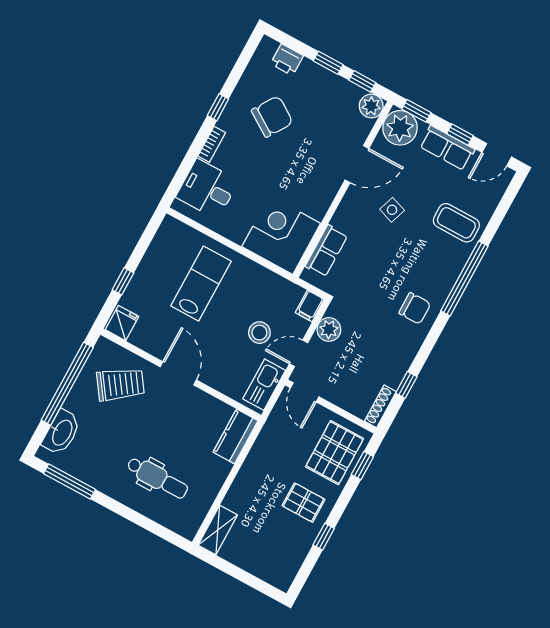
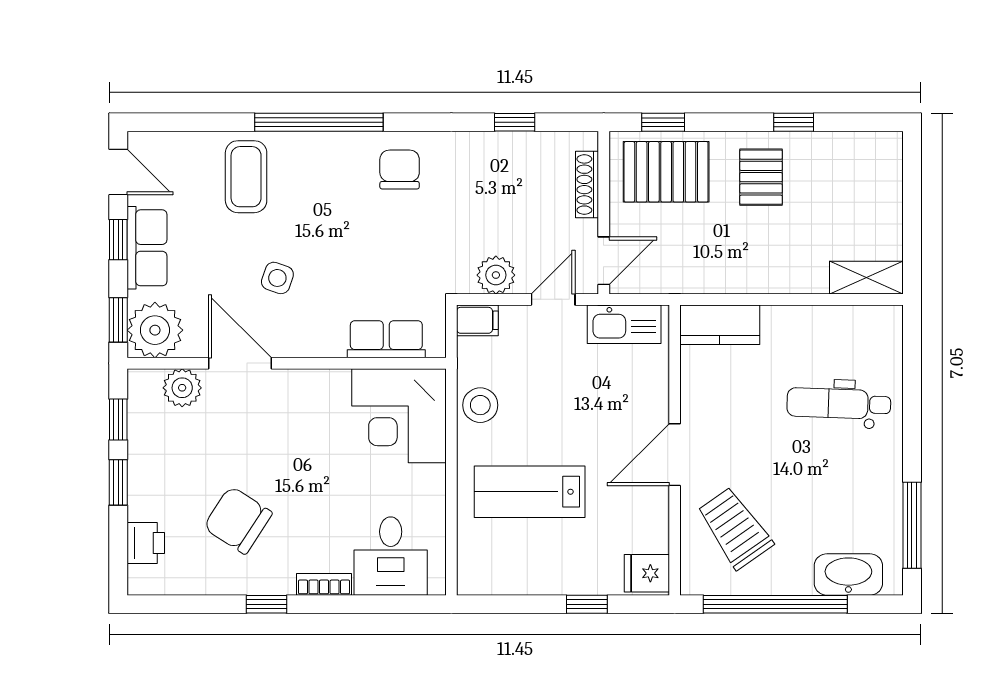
plant: (371, 106) -> (182, 388), moved
stool: (259, 333) -> (480, 405), moved
door: (299, 353) -> (553, 299), swing flipped
shoe rack: (380, 406) -> (587, 185), moved, turned 90
dental chair: (157, 478) -> (839, 403), turned -88

